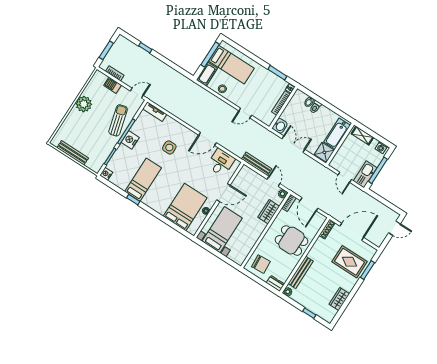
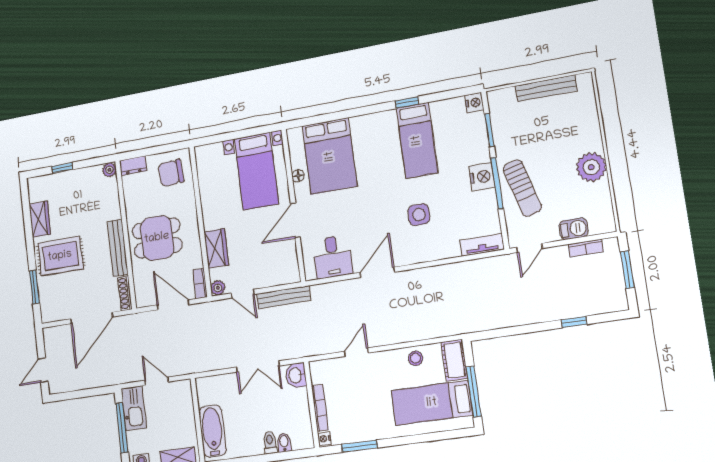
shower: (324, 152) -> (209, 391), removed
rug: (350, 262) -> (60, 256), moved
bench: (301, 272) -> (118, 248), moved

